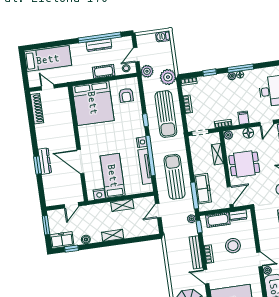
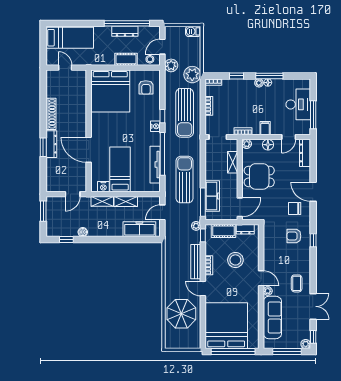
shoe rack: (37, 109) -> (51, 114), moved
nightstand: (142, 142) -> (155, 126), moved
shelving: (113, 235) -> (102, 201), moved
freezer: (62, 240) -> (139, 229), moved, width x1.40

